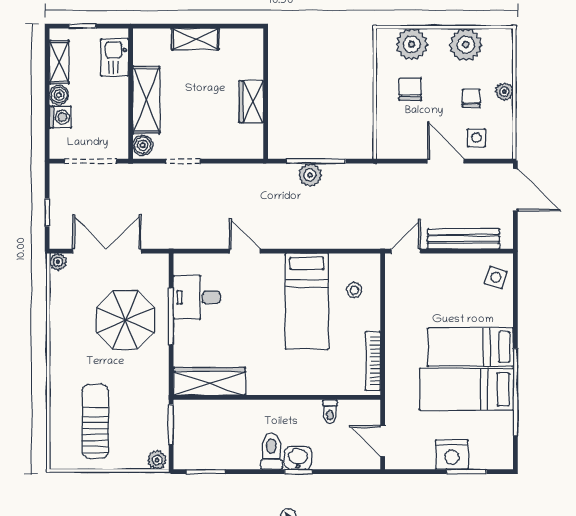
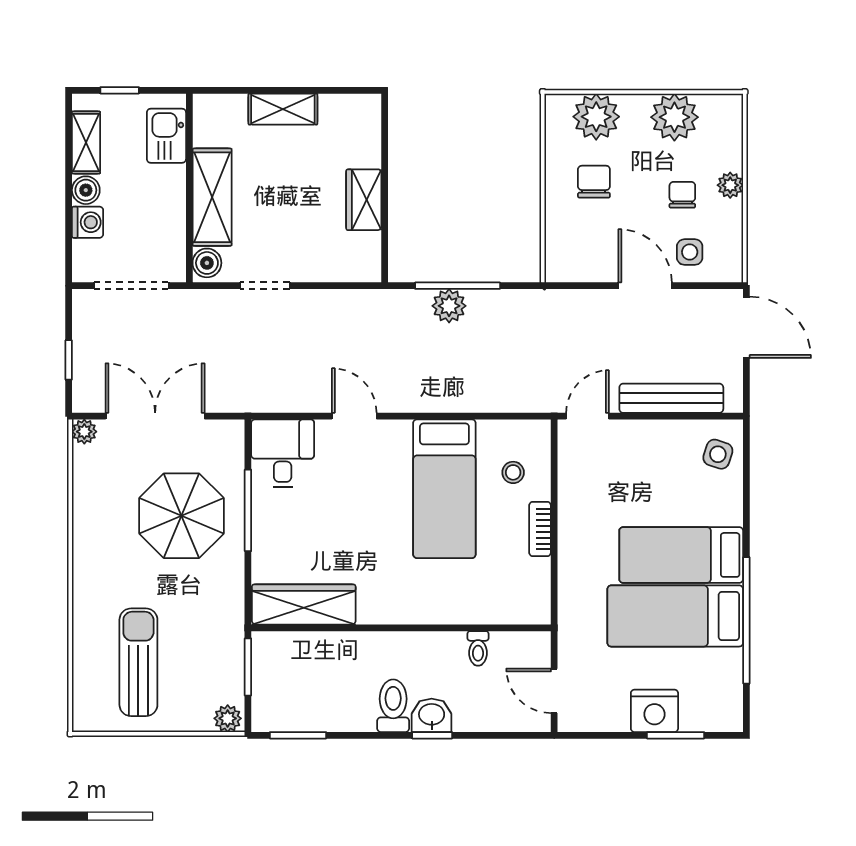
desk: (197, 297) -> (283, 453), moved, turned 90
bookcase: (373, 361) -> (540, 529), moved, width x0.64

